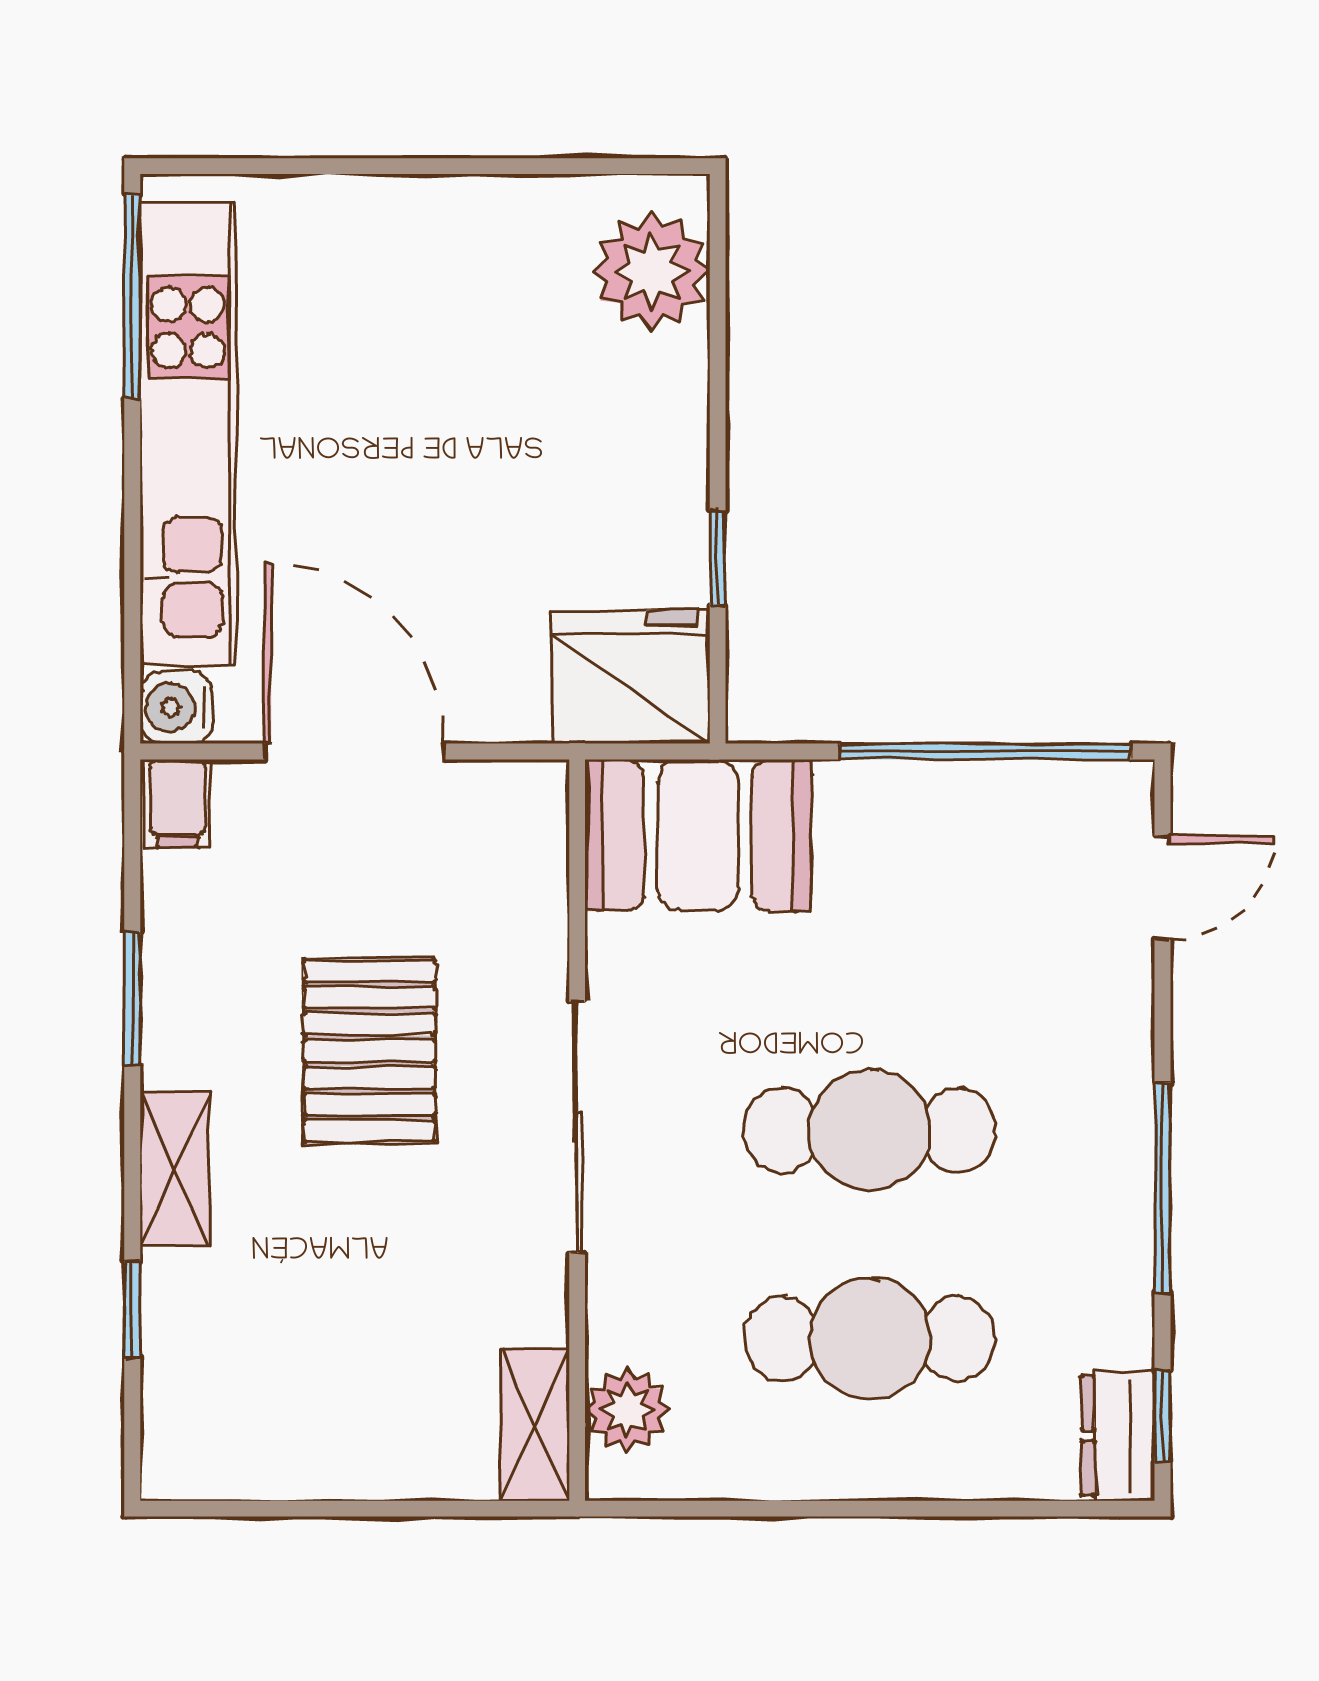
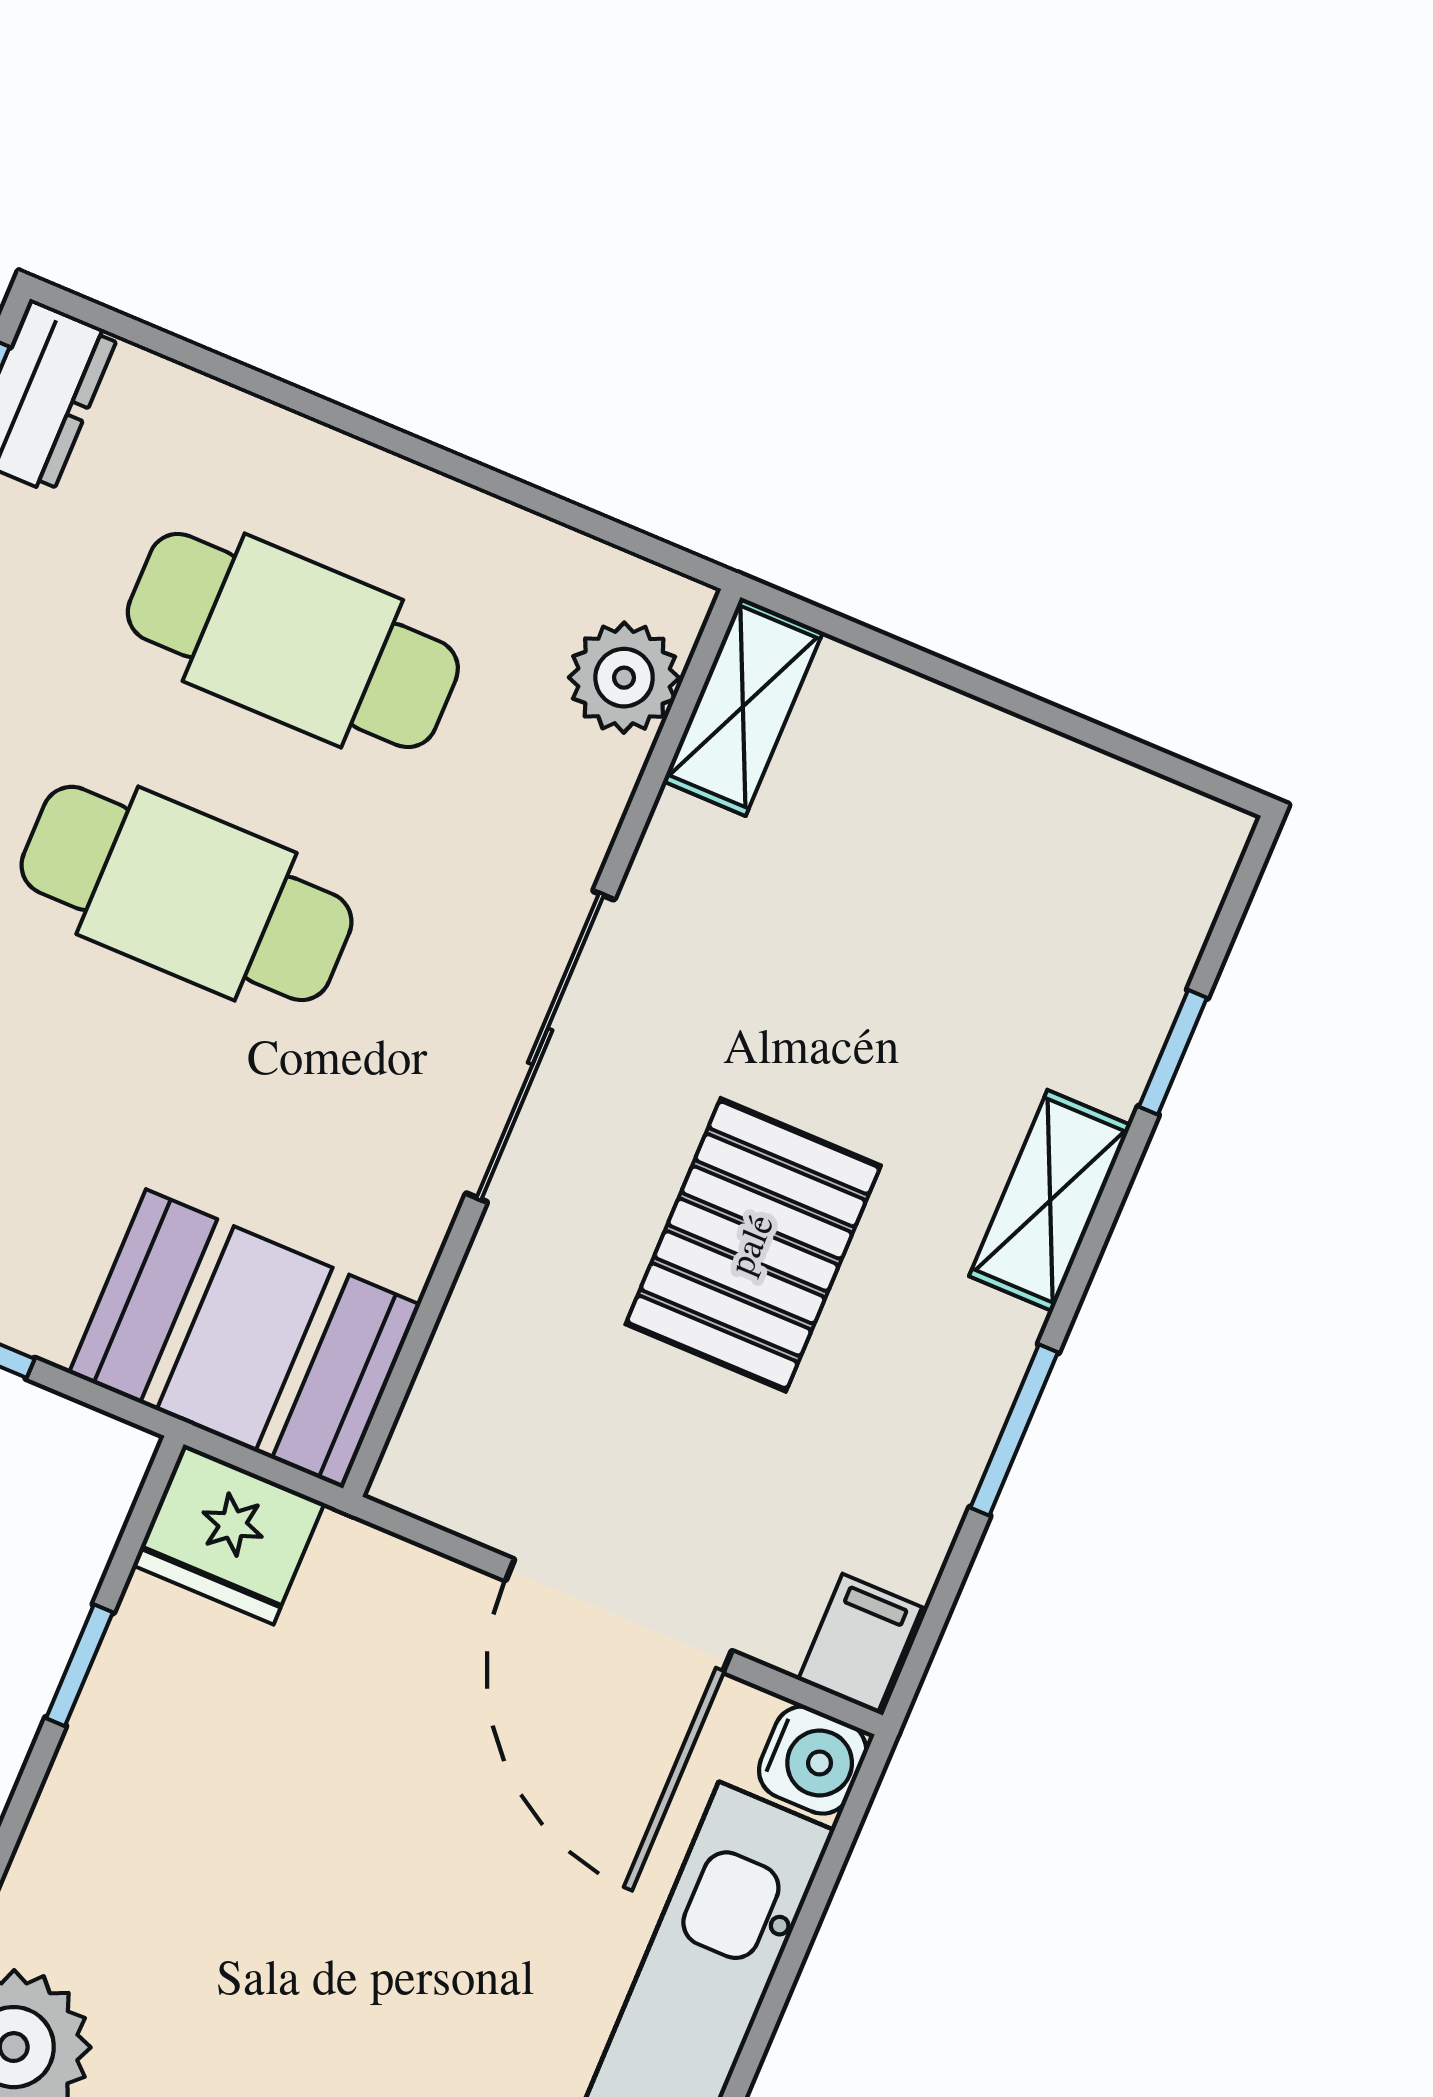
fridge: (631, 677) -> (229, 1534), width x0.73, depth x0.75

